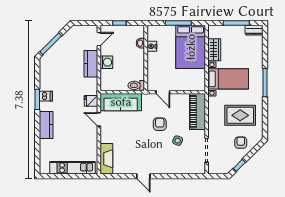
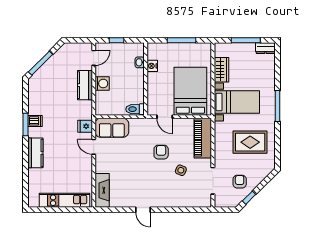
bed: (191, 47) -> (190, 91), moved, turned 180
sofa: (121, 102) -> (112, 128), width x0.73
armchair: (241, 143) -> (240, 182), moved

